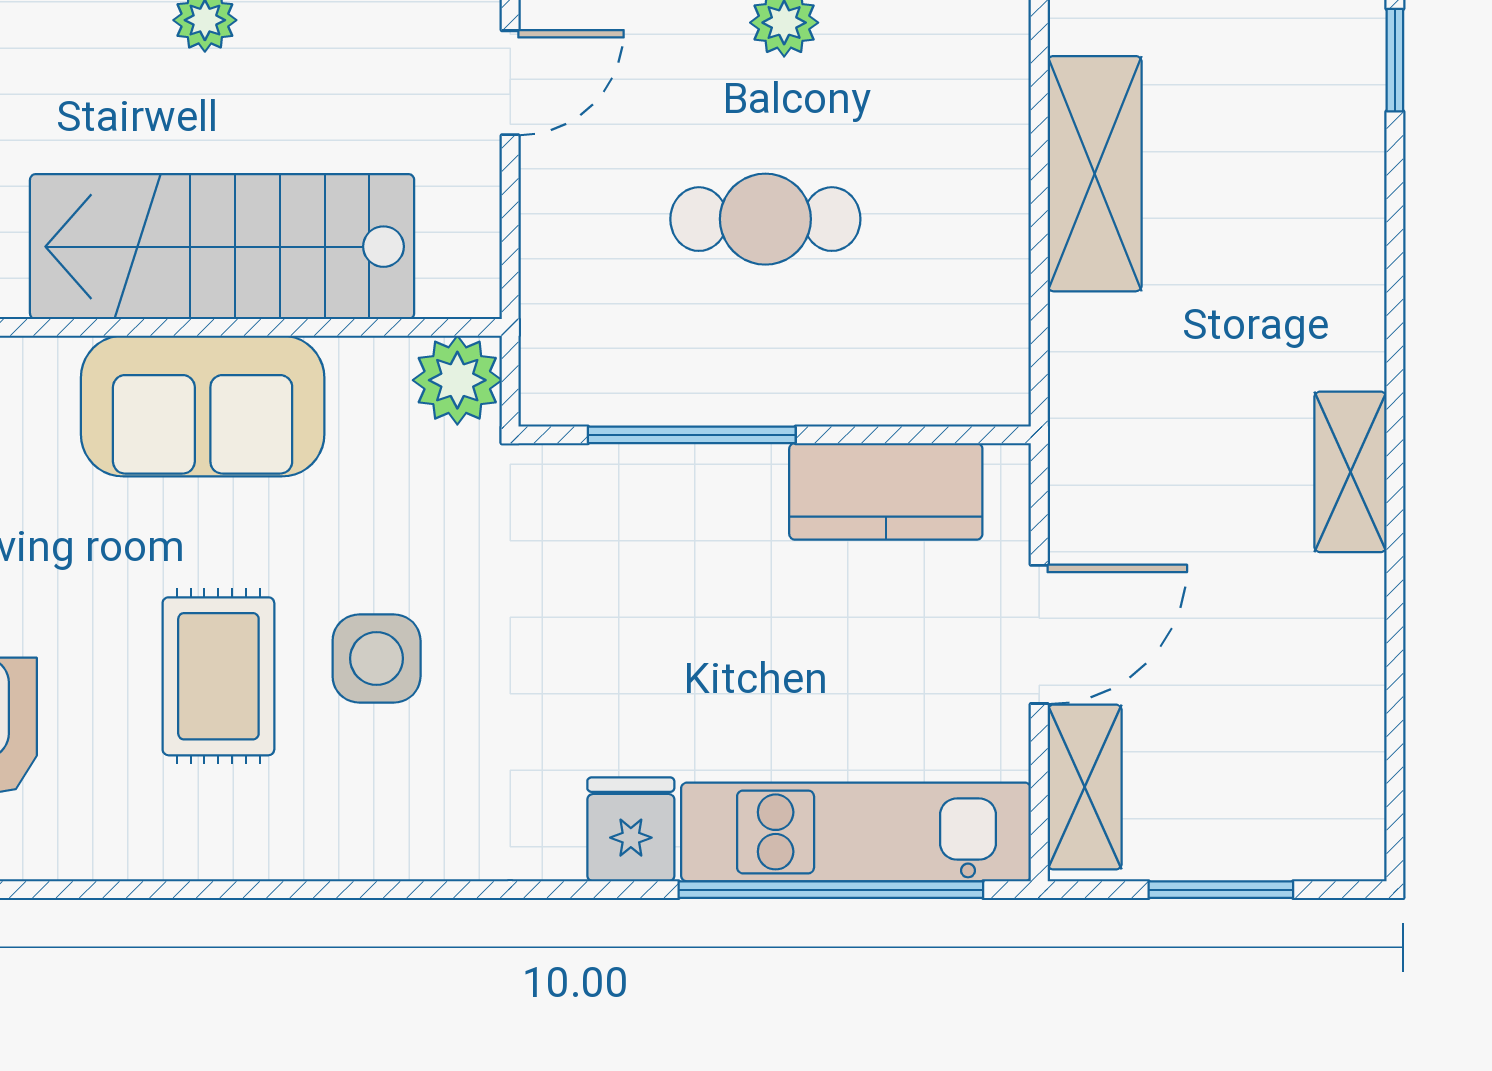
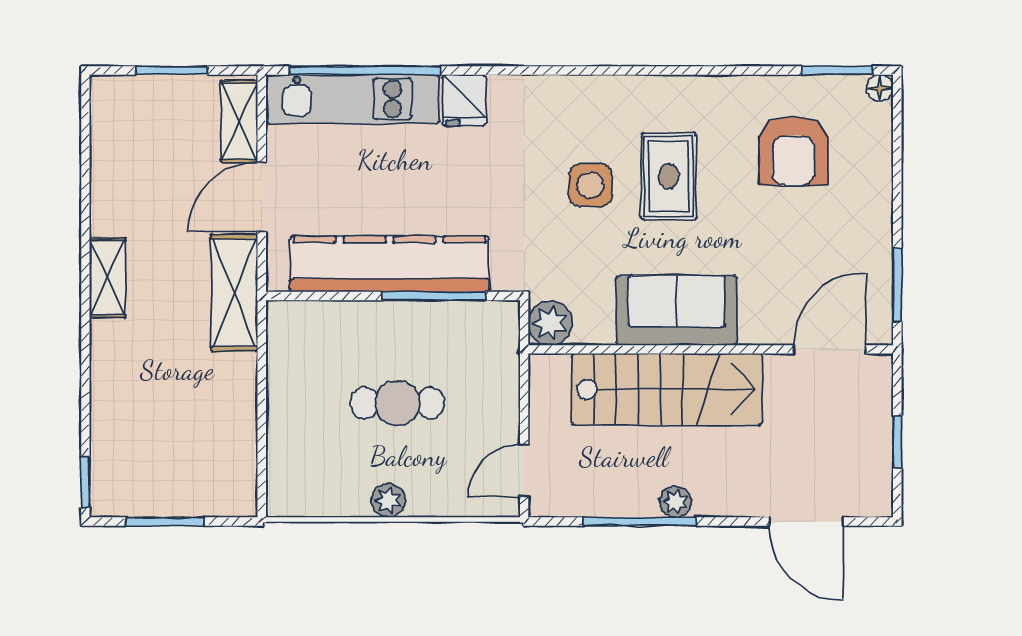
shelving: (1095, 174) -> (234, 293), moved
kitchen counter: (886, 491) -> (390, 264), width x2.08, depth x1.17

